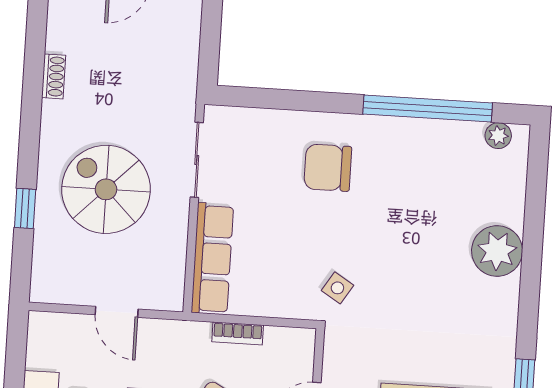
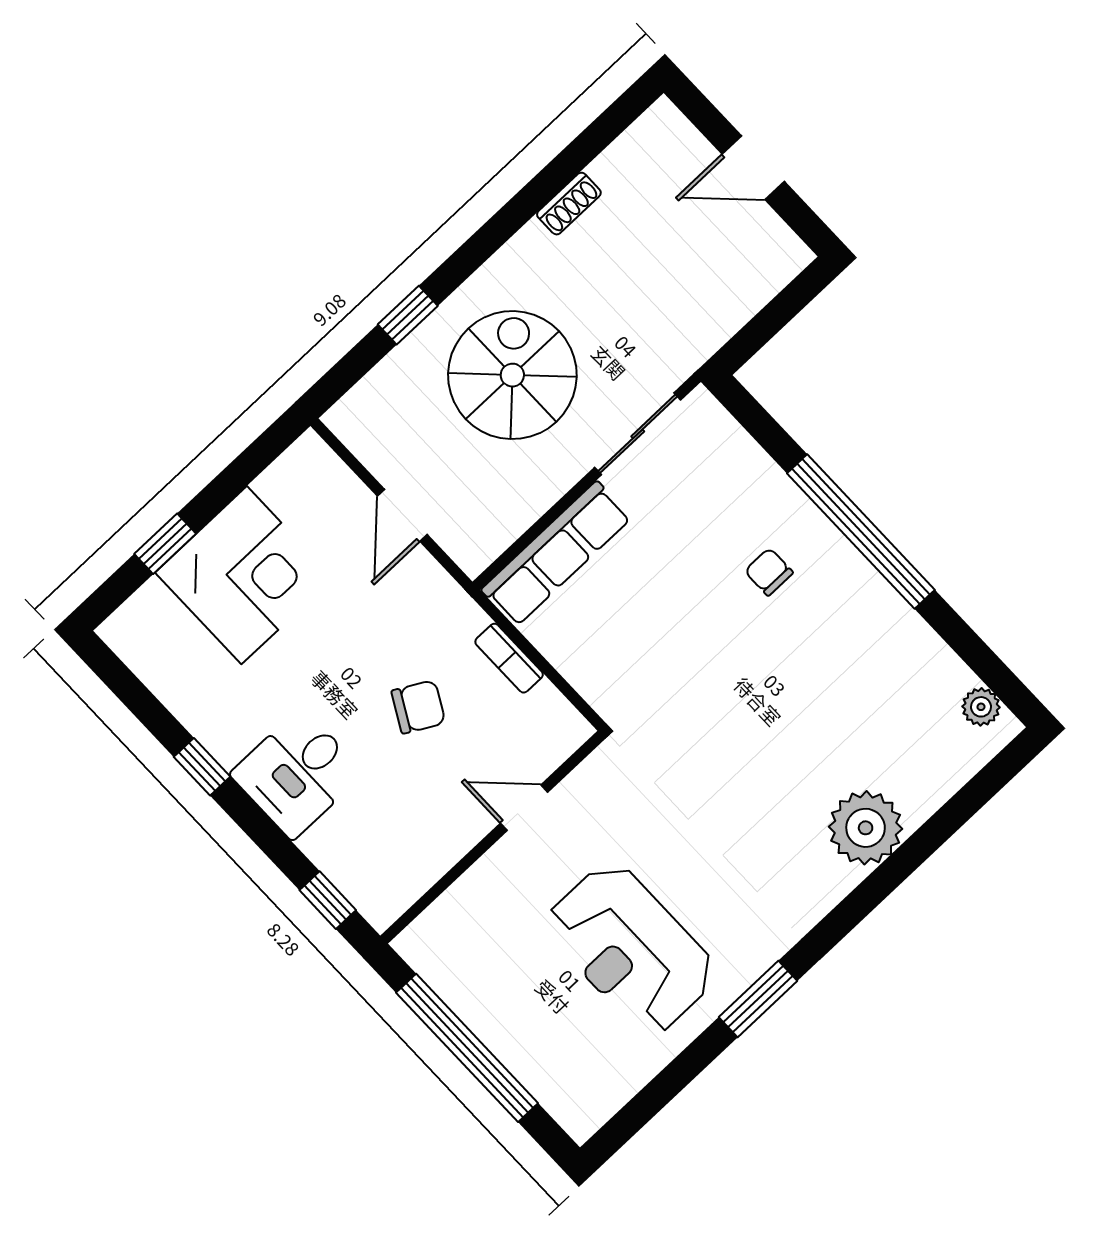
window: (428, 108) -> (861, 532), moved
chair: (328, 168) -> (769, 572), width x0.54, depth x0.54
side table: (337, 288) -> (660, 709), removed

